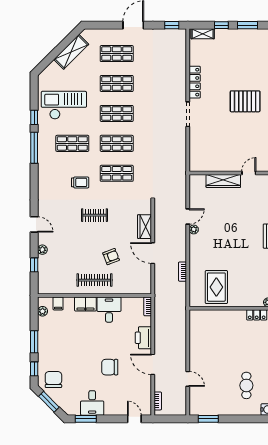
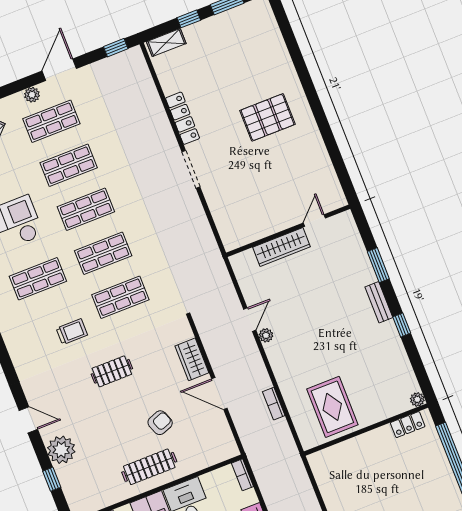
plant: (111, 33) -> (32, 95), added
plant: (42, 250) -> (61, 450), width x1.88, depth x1.88

